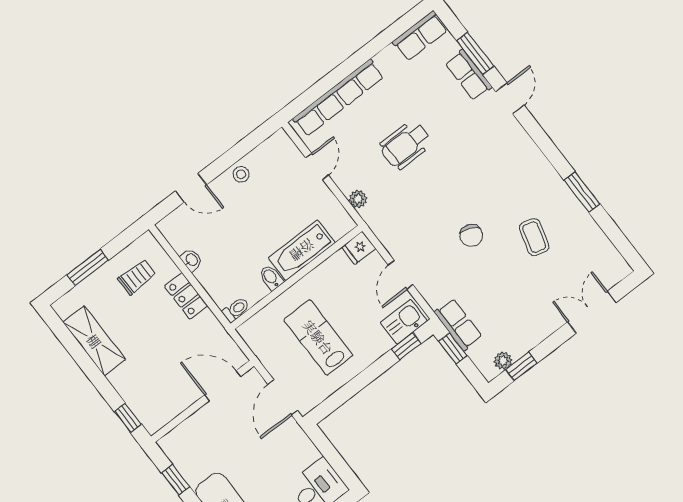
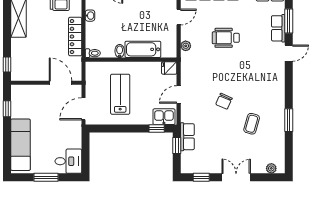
locker: (186, 296) -> (75, 37), width x1.53
double door: (592, 312) -> (236, 177), moved
plant: (503, 361) -> (271, 168), moved

